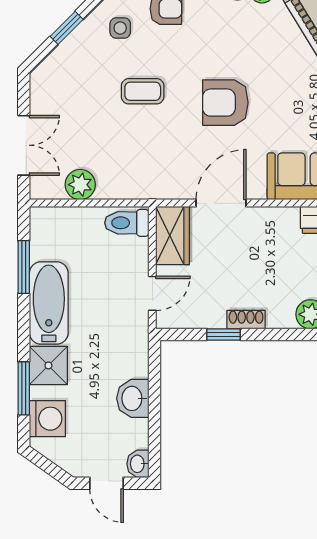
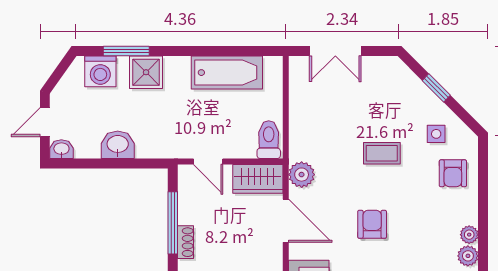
coffee table: (143, 91) -> (382, 153), turned 90
armchair: (225, 103) -> (372, 224), width x0.72, depth x0.72
plant: (80, 185) -> (302, 175), moved
window: (24, 267) -> (231, 51), removed
bathtub: (49, 303) -> (227, 73), moved
window: (224, 334) -> (173, 223), width x2.17

